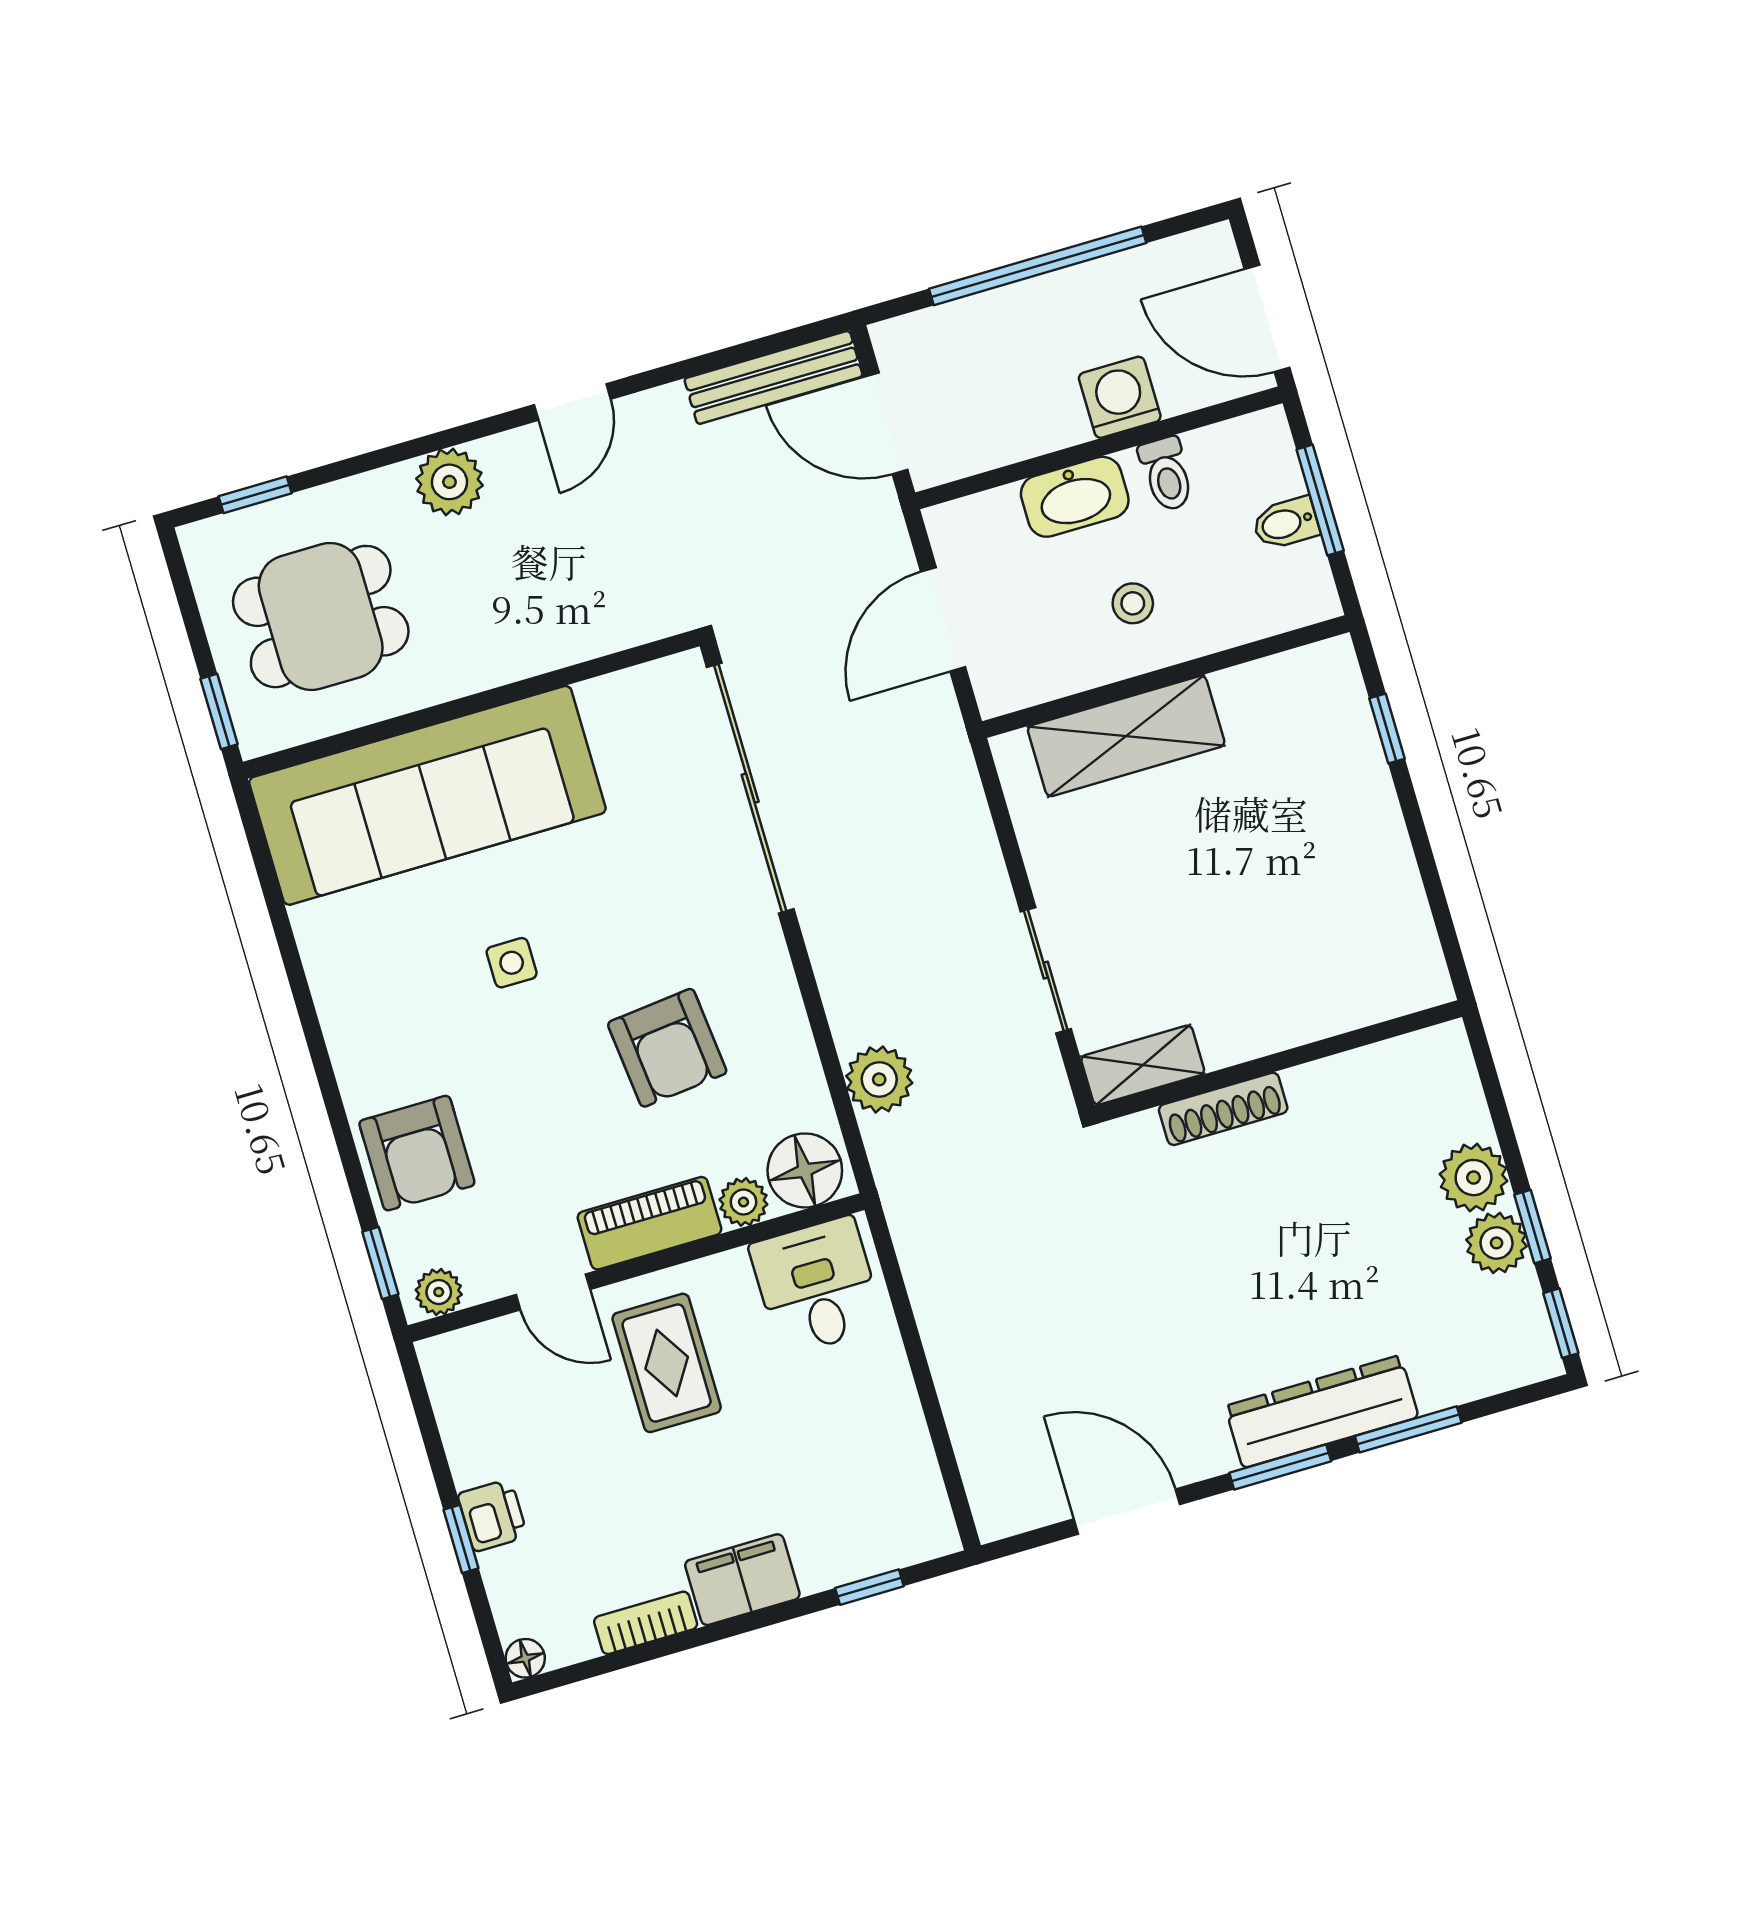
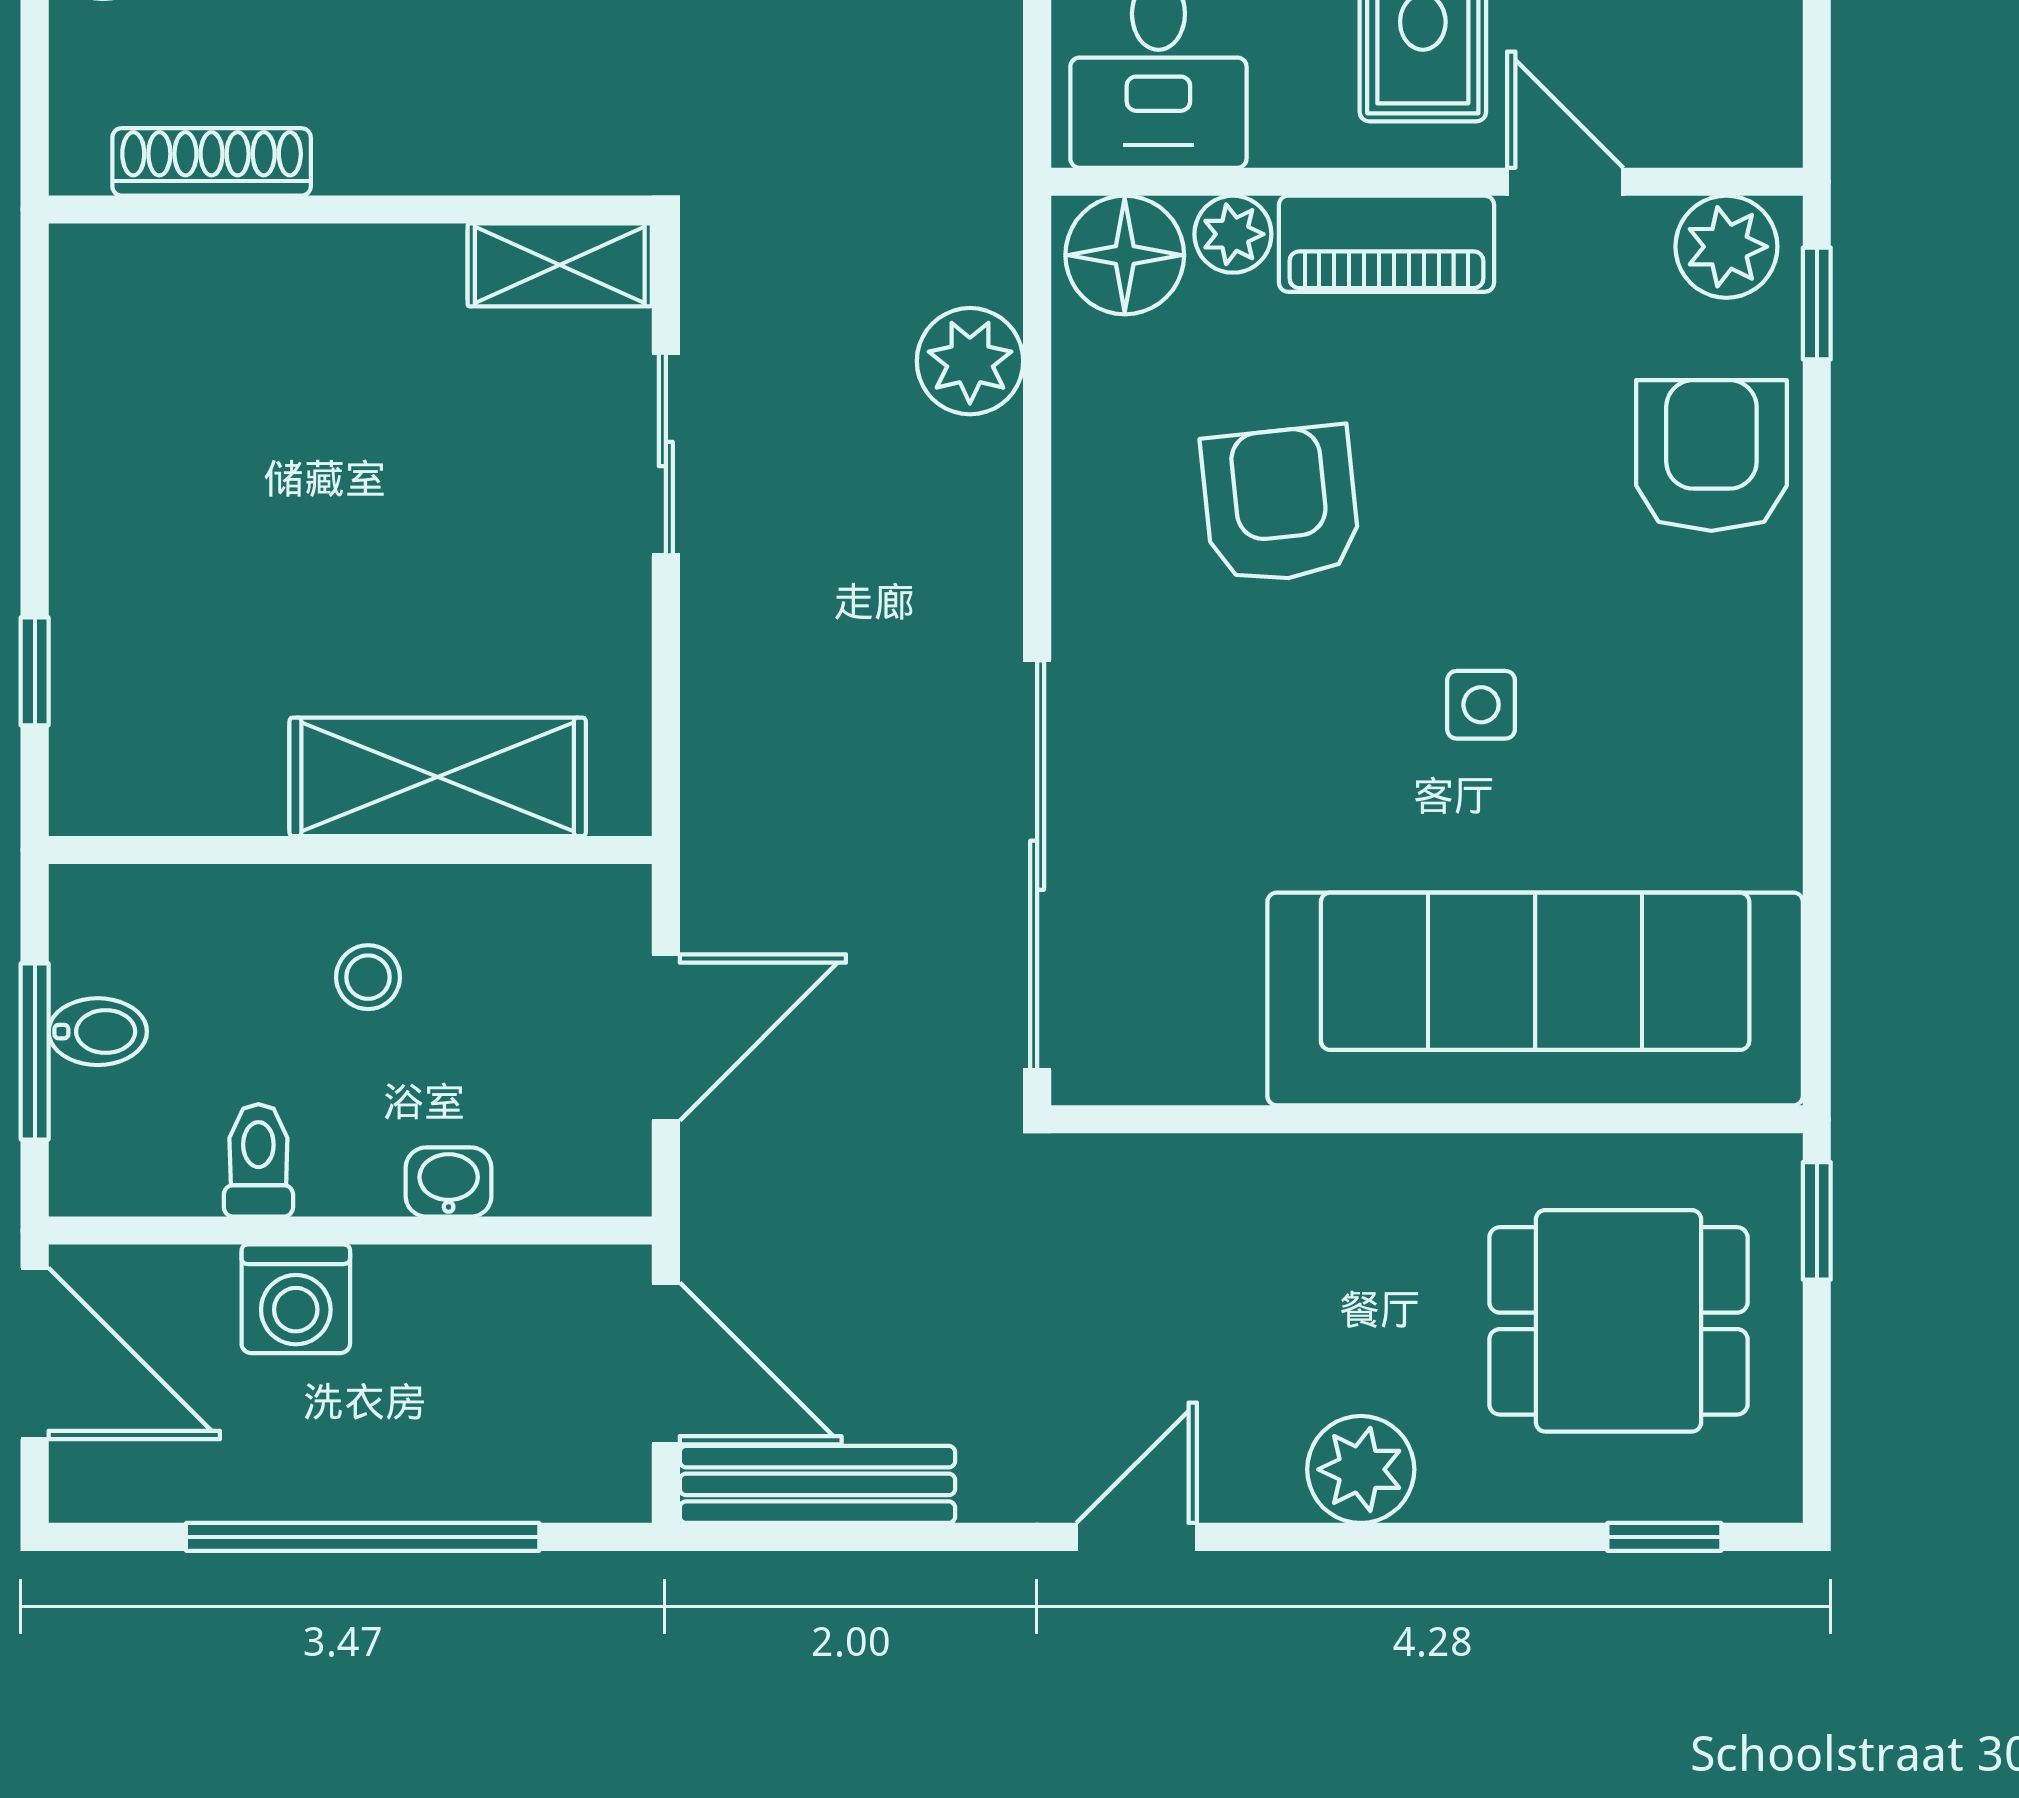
washbasin: (1075, 497) -> (449, 1182), width x0.52, depth x0.69
shoe rack: (1223, 1109) -> (212, 162), moved
plant: (439, 1292) -> (1726, 247), width x1.38, depth x1.38

